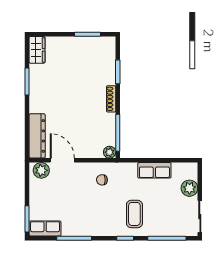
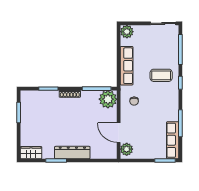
dresser: (37, 136) -> (72, 153), moved
plant: (110, 152) -> (108, 99), width x1.87, depth x1.87
door: (62, 160) -> (119, 133), hinge flipped
row of seats: (154, 170) -> (127, 66), width x1.48
plant: (189, 188) -> (127, 32), moved
row of seats: (45, 228) -> (173, 140), width x1.48

